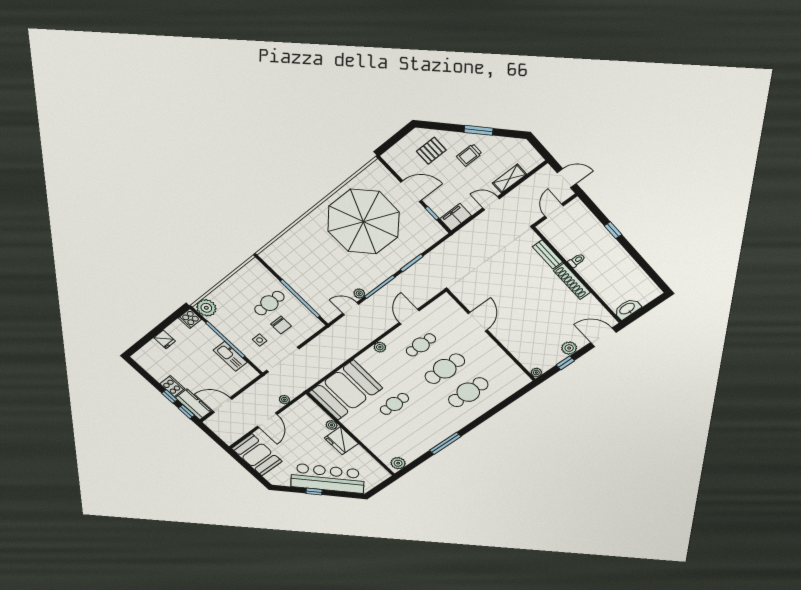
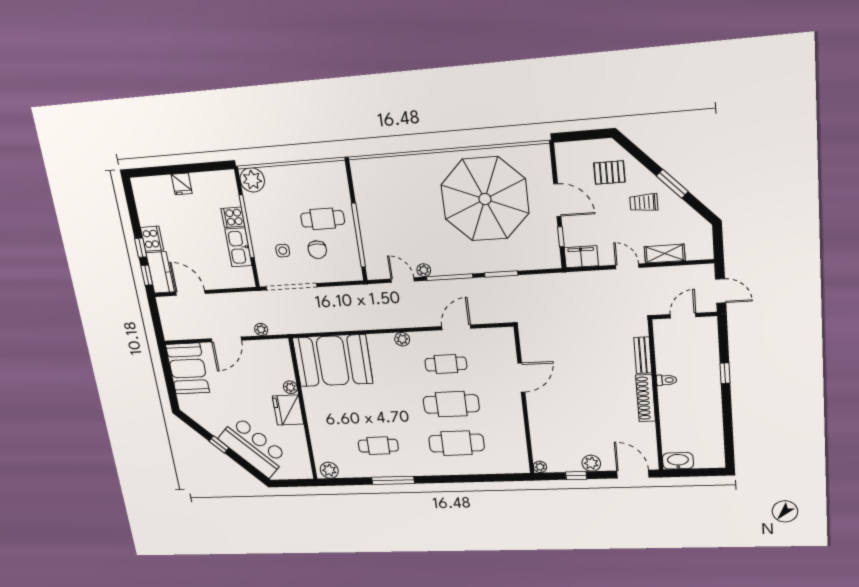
cooker: (190, 319) -> (233, 217), moved
cafe table: (394, 404) -> (378, 446), moved
bar counter: (327, 478) -> (253, 447), width x0.73

